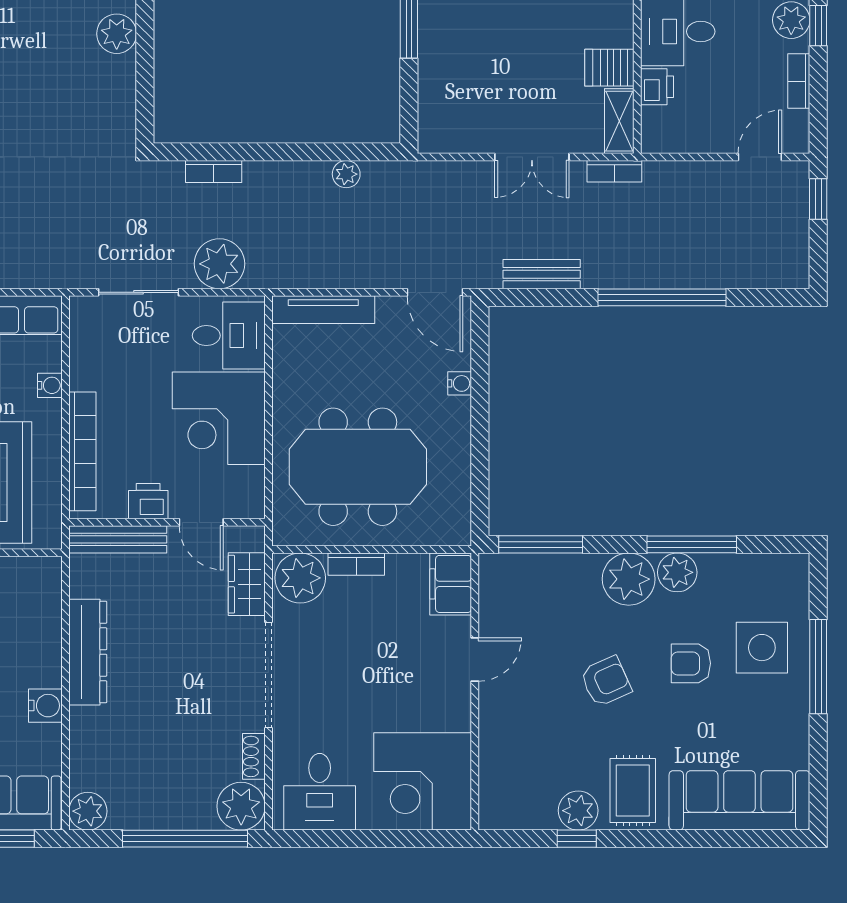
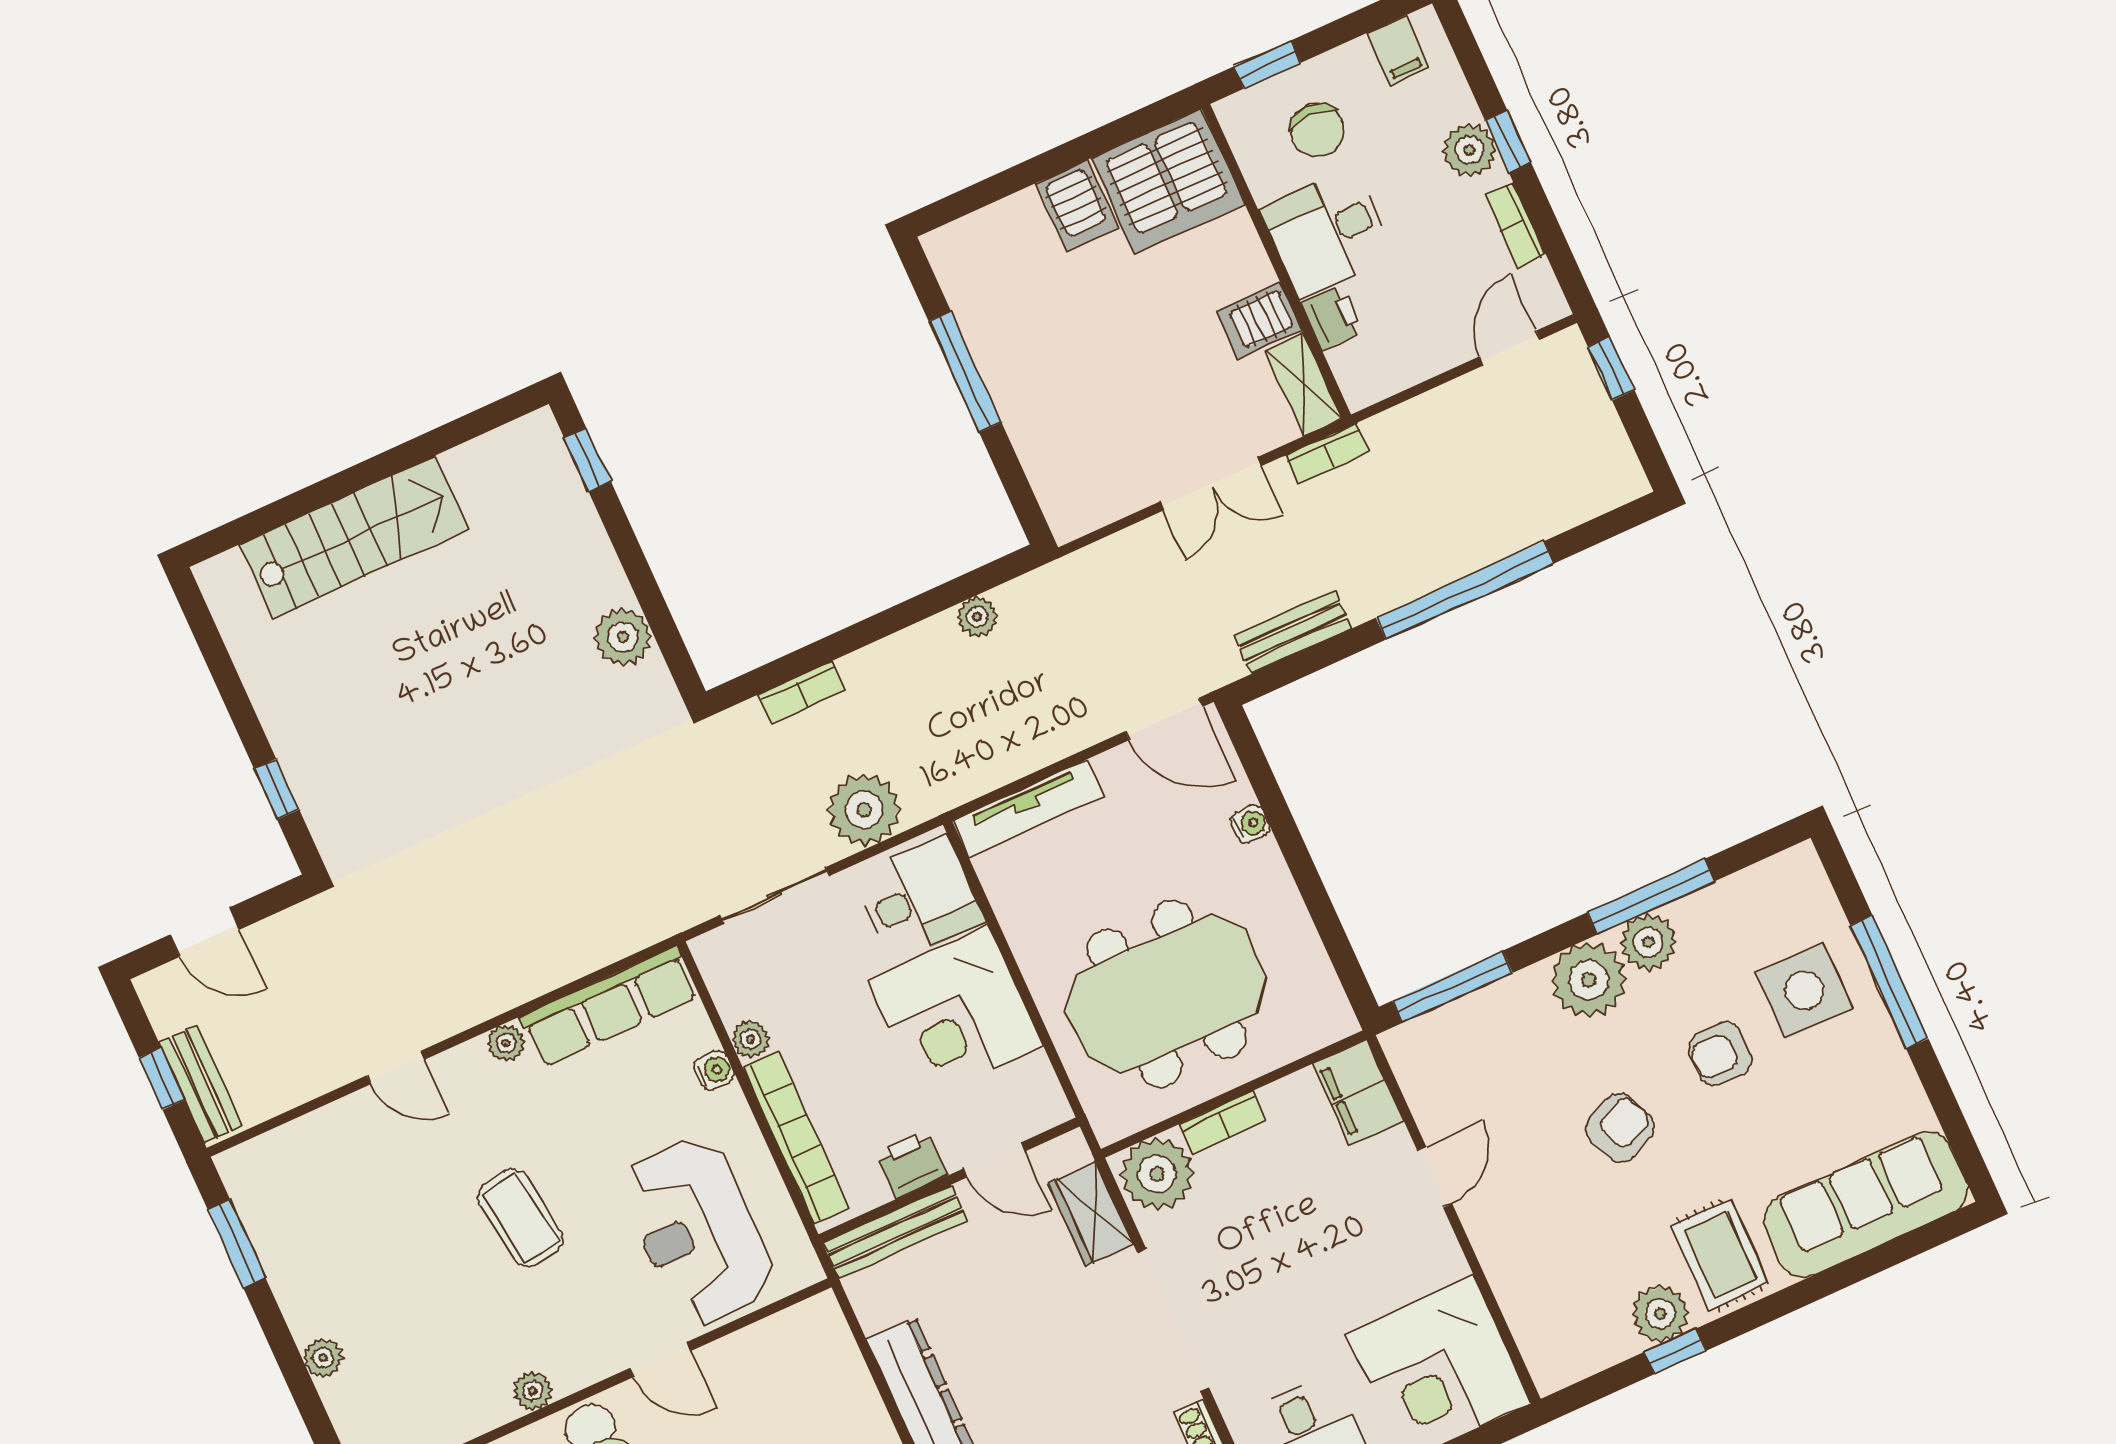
plant: (117, 34) -> (623, 637), moved
plant: (82, 376) -> (751, 1039), added

